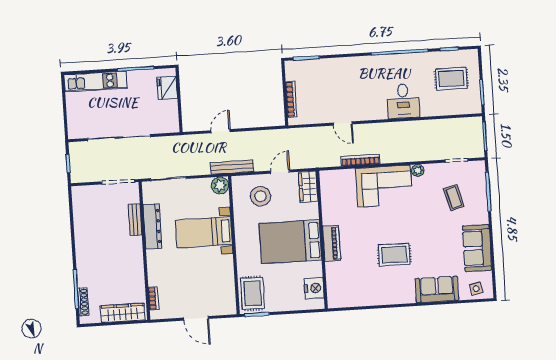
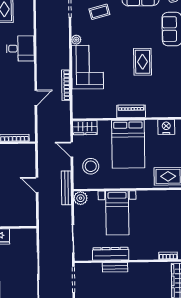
door: (221, 131) -> (37, 185), moved
bench: (135, 220) -> (115, 267), moved

